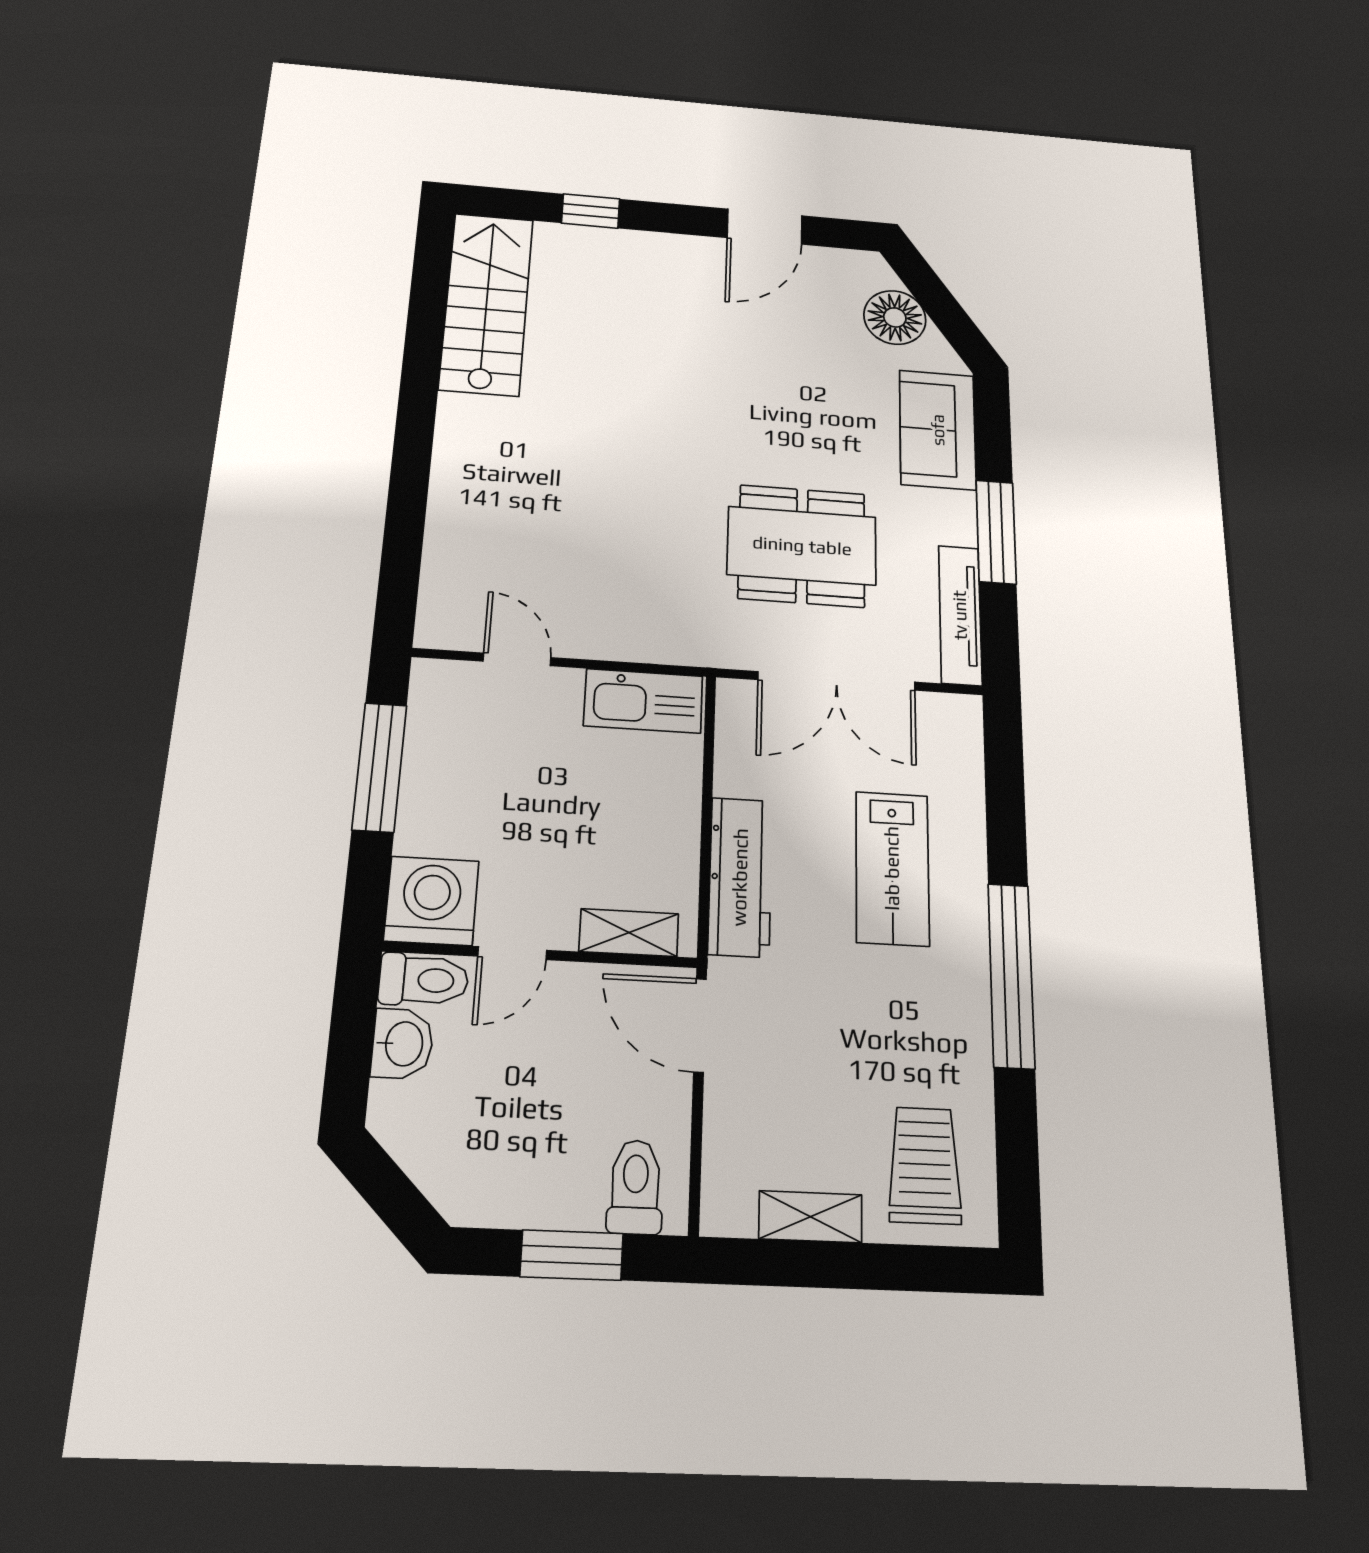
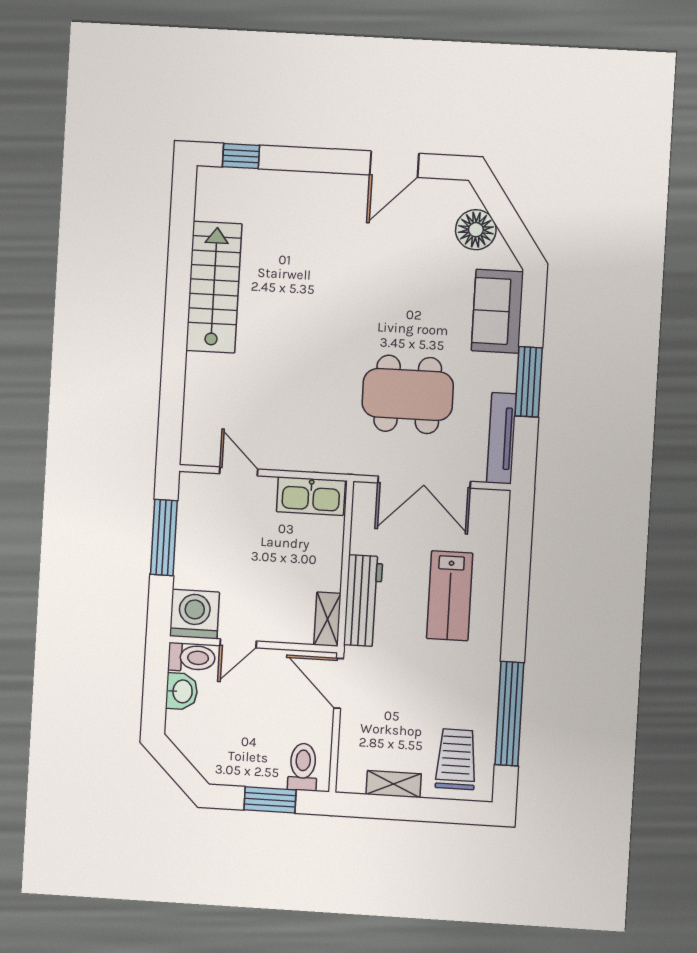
window: (591, 211) -> (241, 156), moved
stairs: (487, 303) -> (214, 287), moved
shelving: (629, 933) -> (327, 619), moved, turned 90
window: (1011, 975) -> (509, 714), moved

